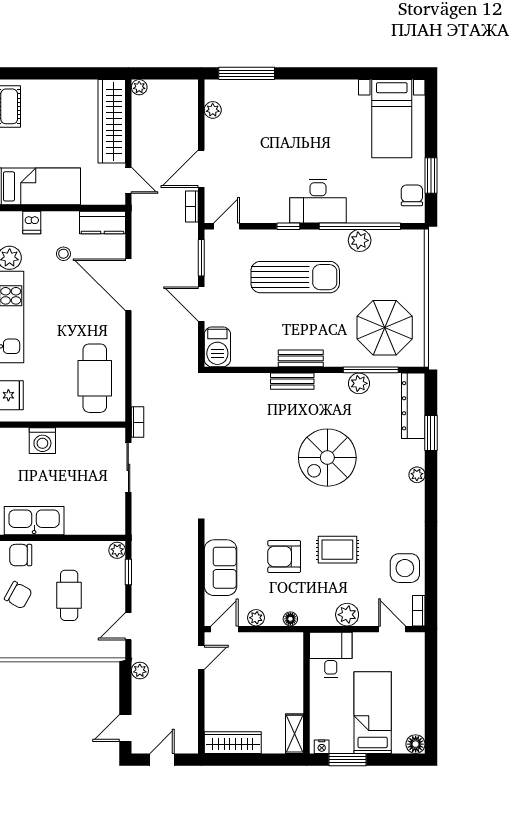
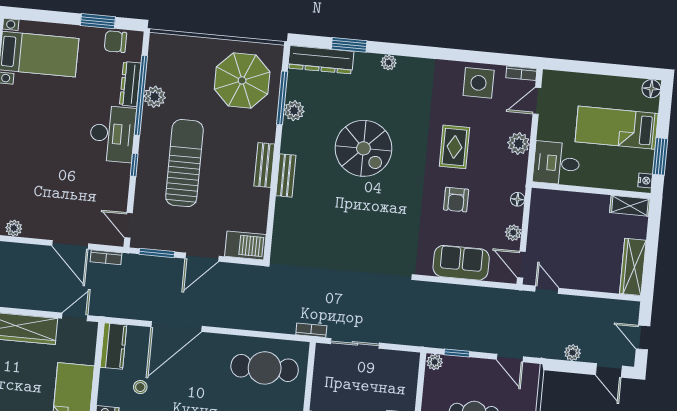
dresser: (370, 214) -> (130, 84), added
armchair: (284, 556) -> (456, 200), width x0.72, depth x0.72
plant: (140, 671) -> (573, 353), moved

